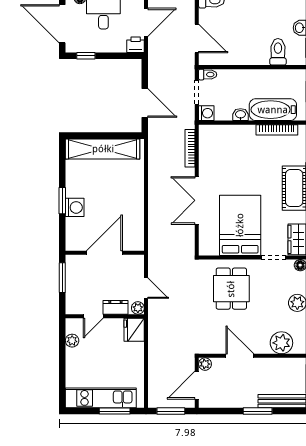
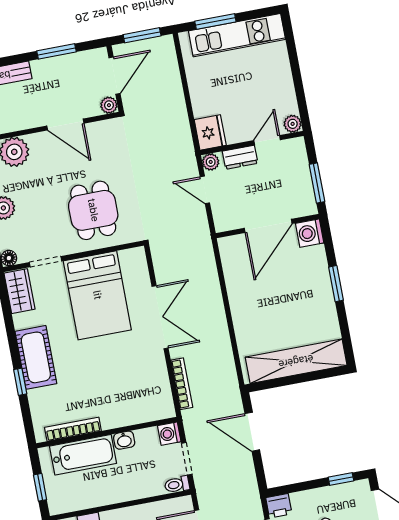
washing machine: (75, 207) -> (310, 233), moved
plant: (72, 341) -> (293, 124), moved
window: (258, 411) -> (57, 51), moved

